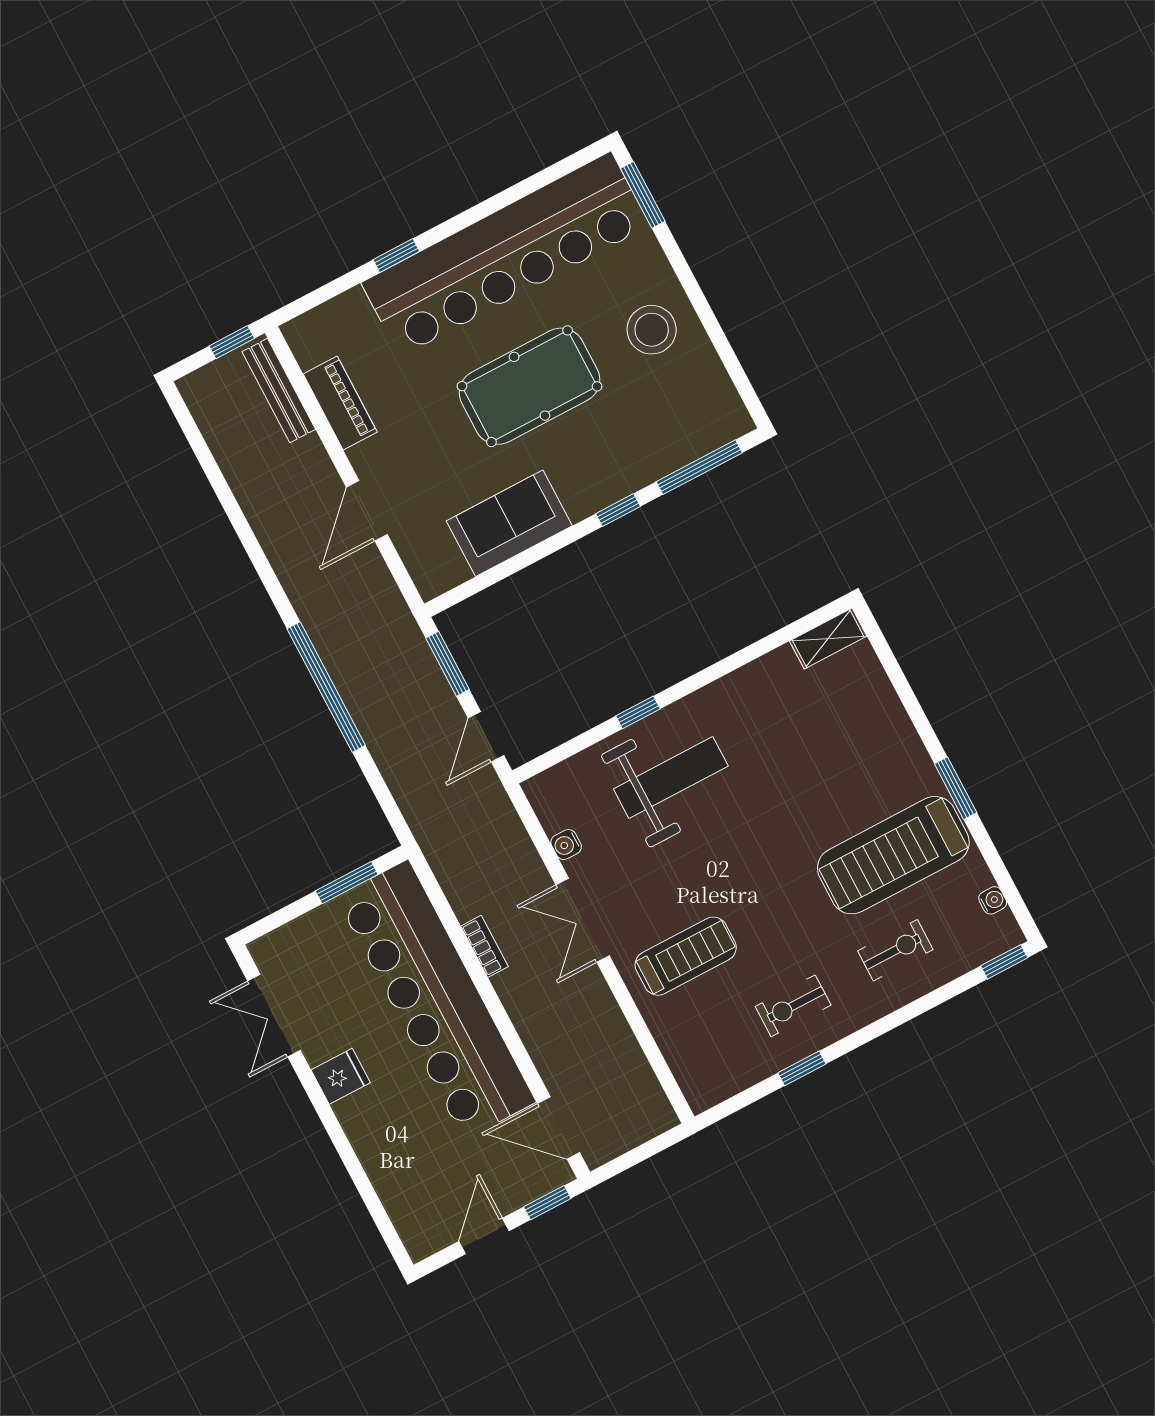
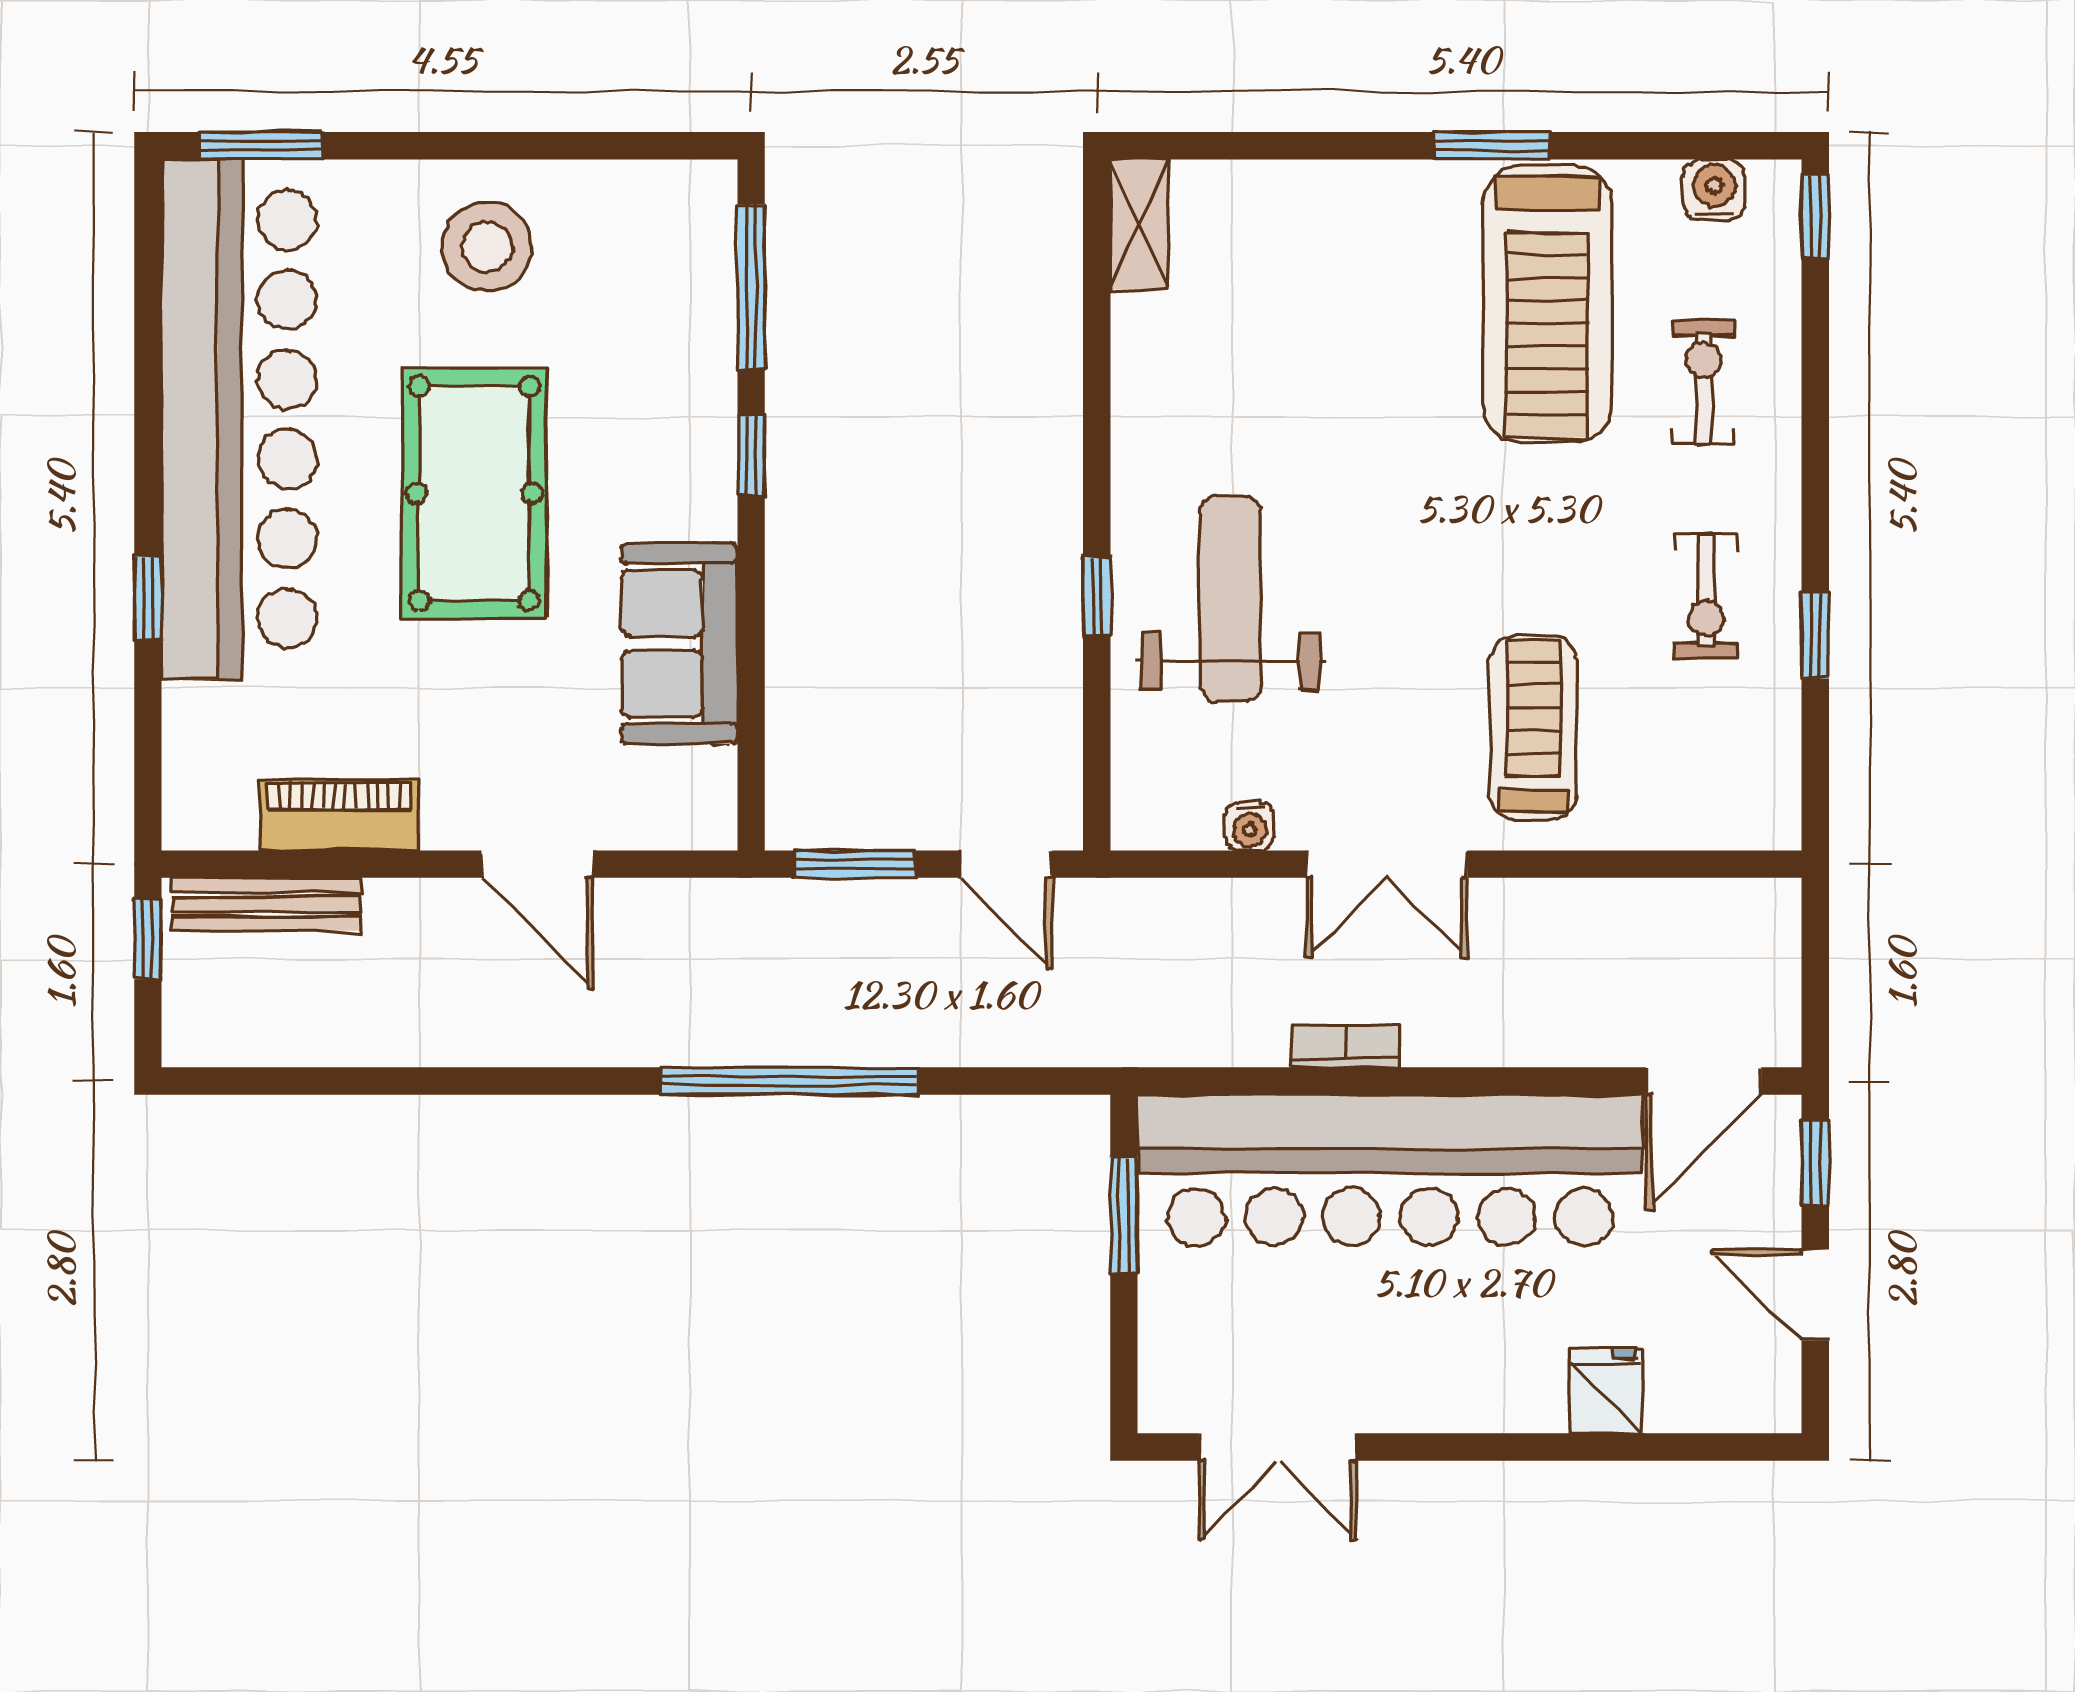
water cooler: (993, 900) -> (1714, 190), width x1.38, depth x1.38
fridge: (341, 1076) -> (1606, 1391), moved

